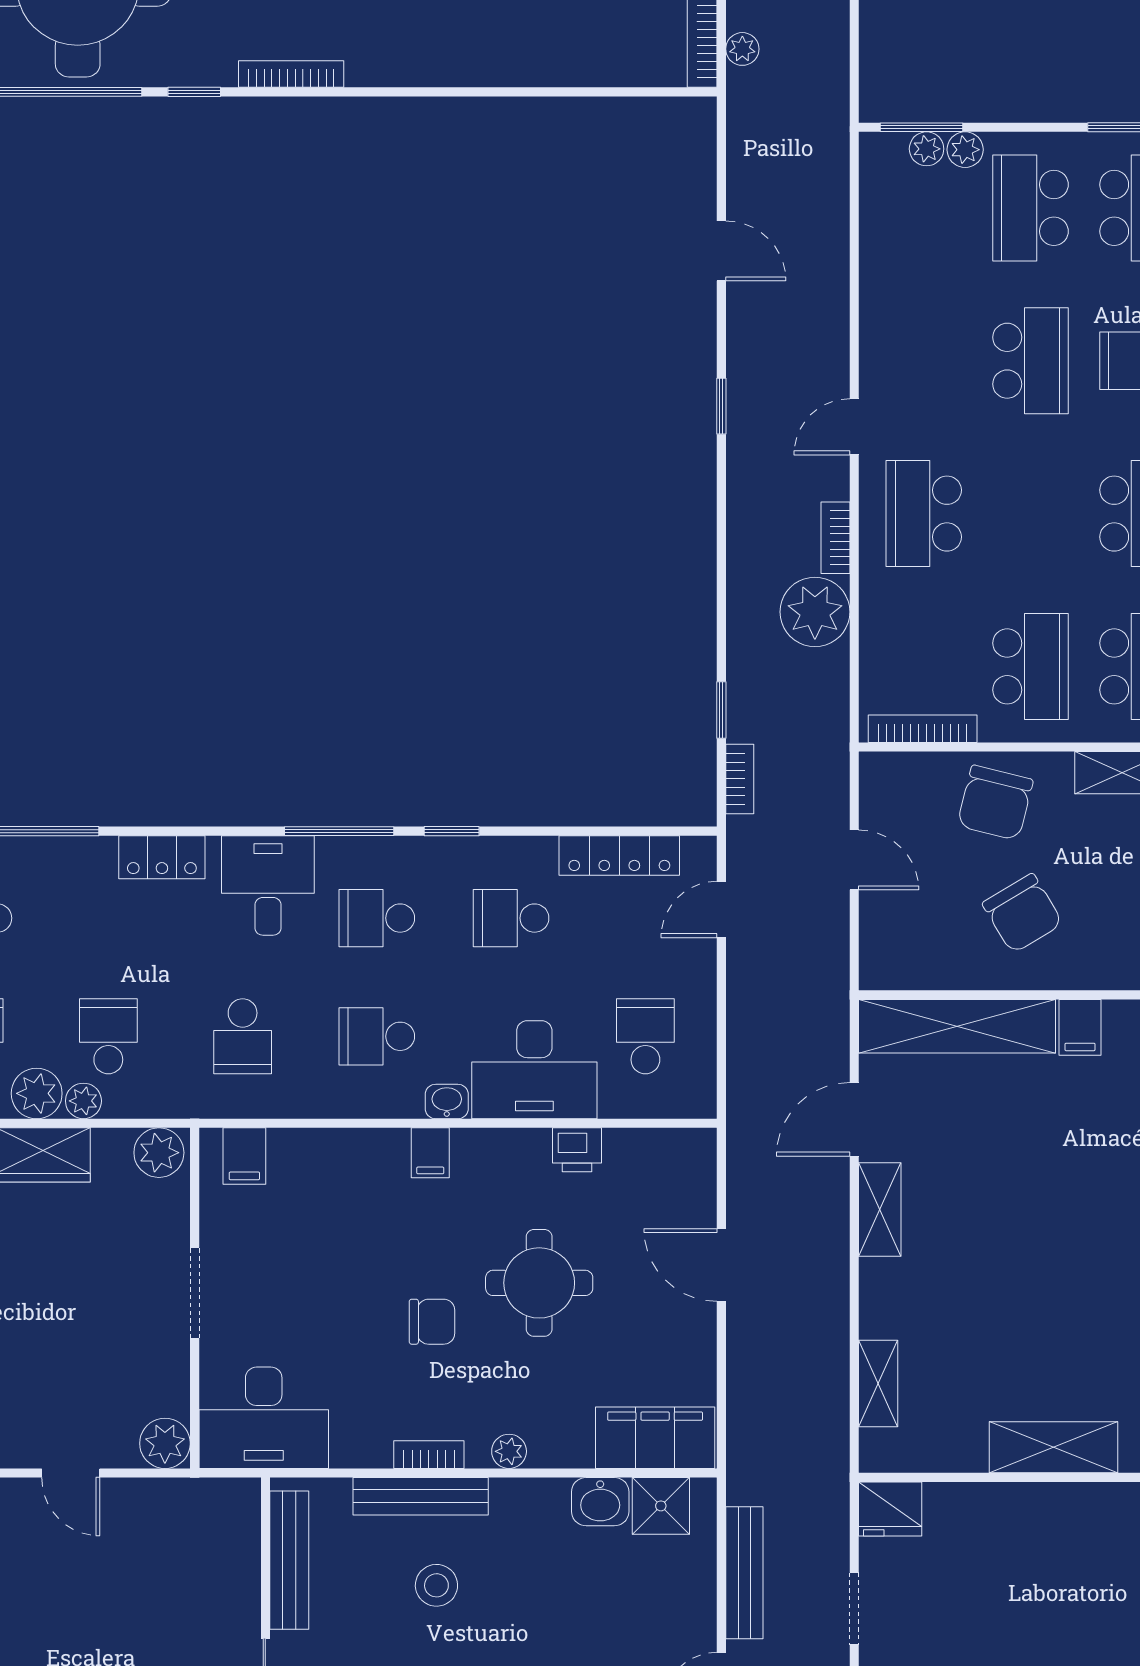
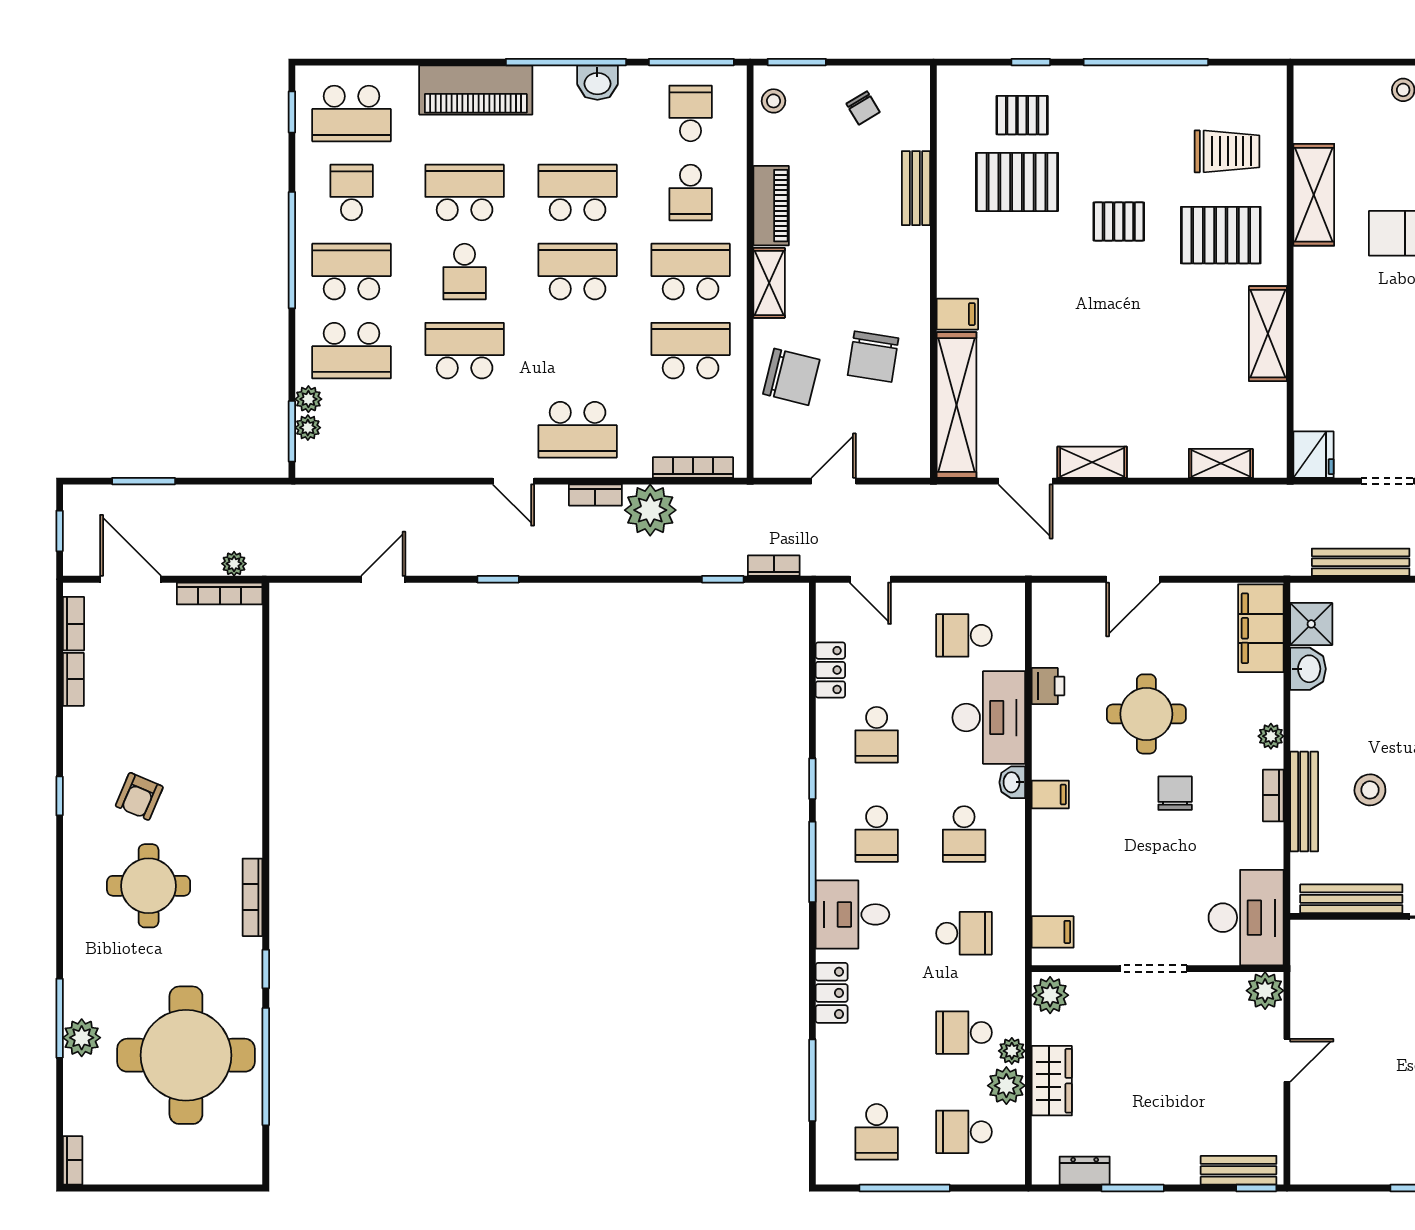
bookcase: (923, 729) -> (693, 467), moved, turned 90
locker: (619, 855) -> (830, 670), width x0.66
chair: (1022, 913) -> (873, 357), turned 130

